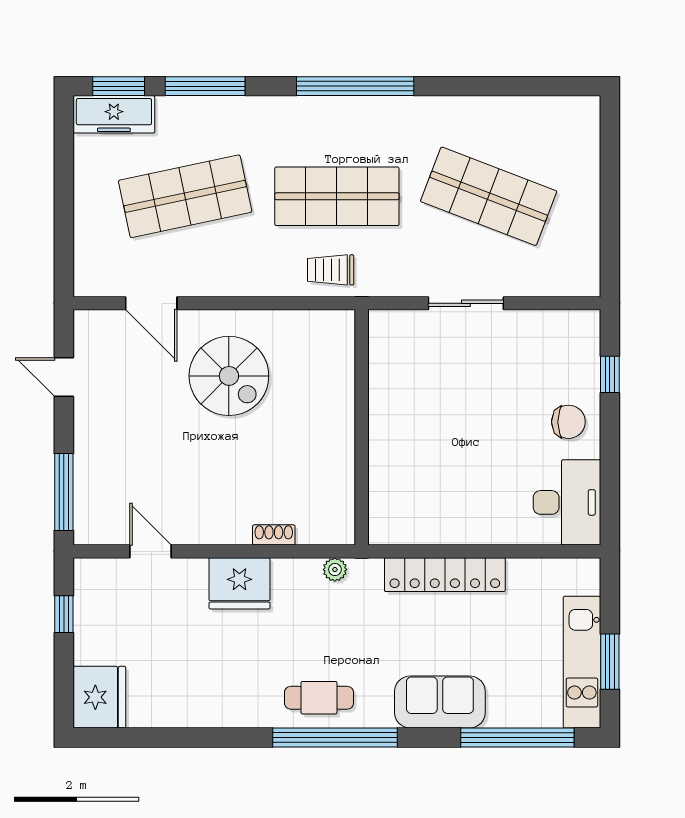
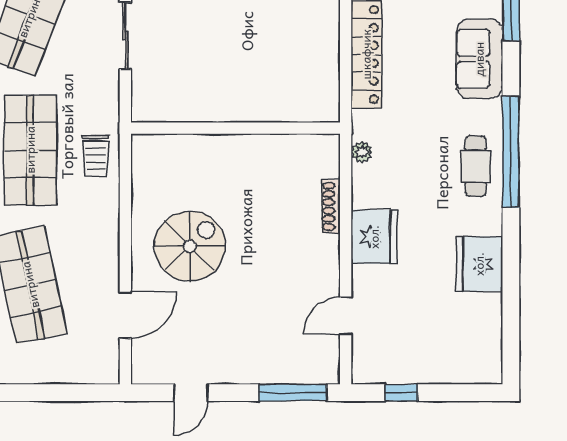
shoe rack: (274, 535) -> (331, 206), width x1.43
fridge: (99, 697) -> (479, 264), moved, turned -90

